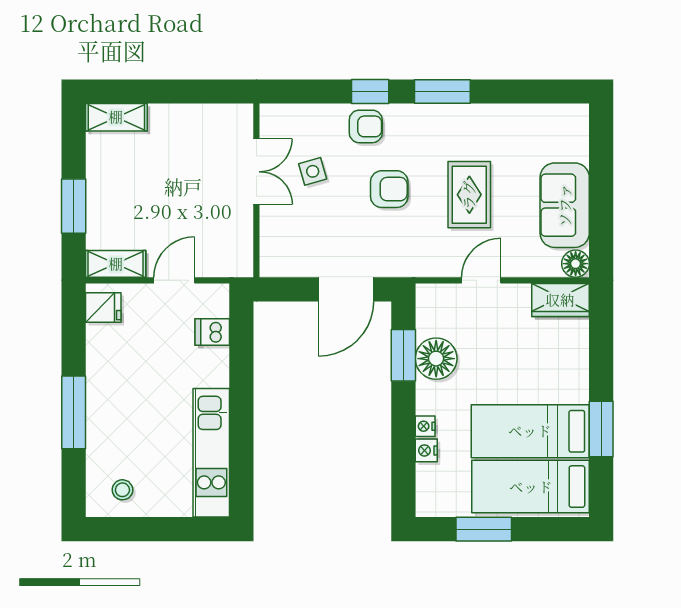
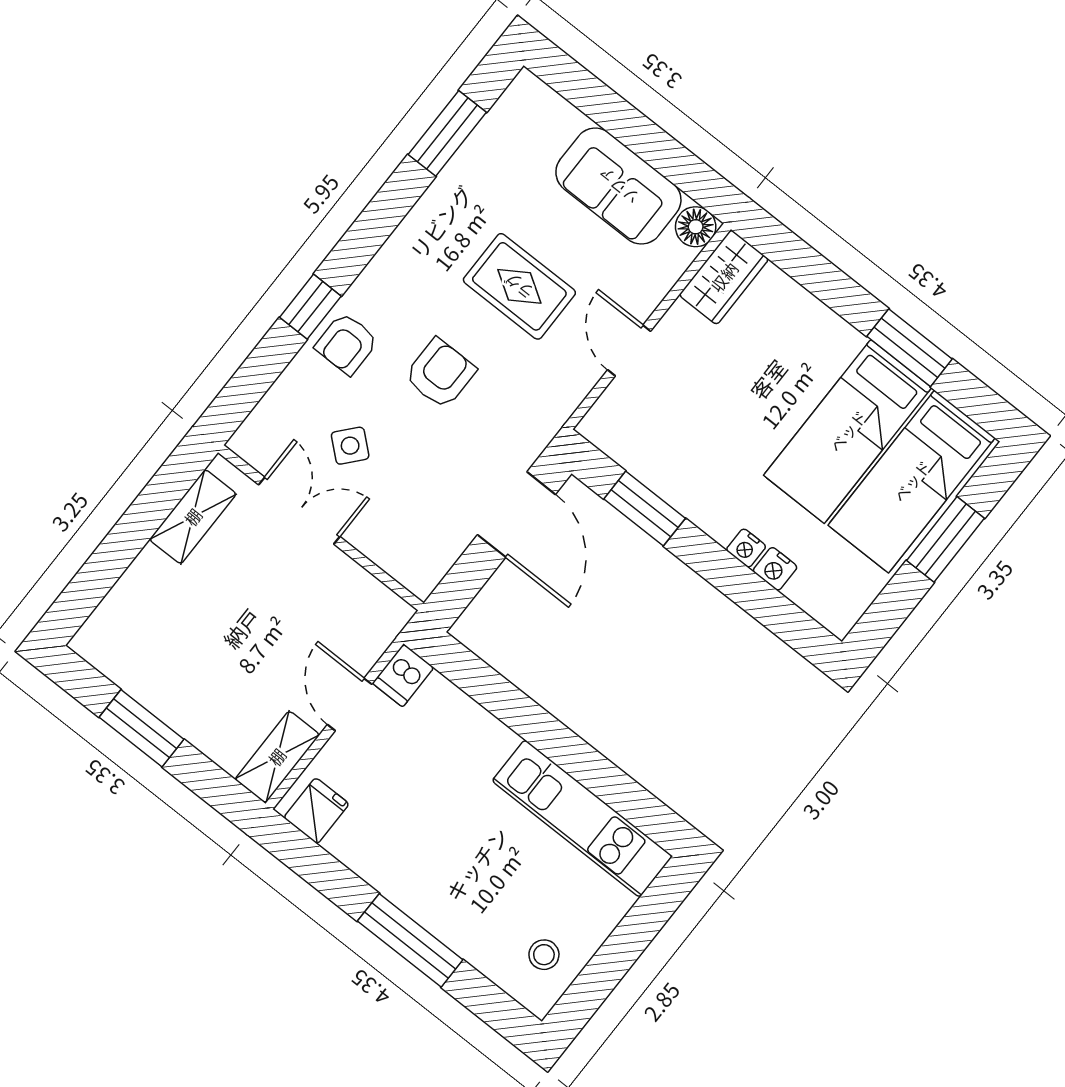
window: (442, 91) -> (447, 133), moved
shelving: (116, 117) -> (193, 517), moved
armchair: (366, 126) -> (347, 344), turned 180
side table: (313, 171) -> (350, 446), turned -33
window: (74, 206) -> (142, 728), moved
dishwasher: (212, 332) -> (403, 675), moved
floor lamp: (436, 359) -> (678, 474), removed
window: (484, 529) -> (946, 539), moved

